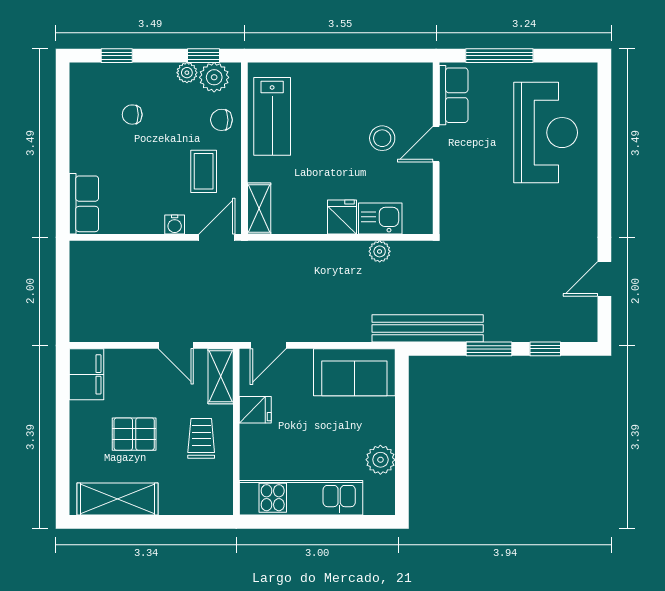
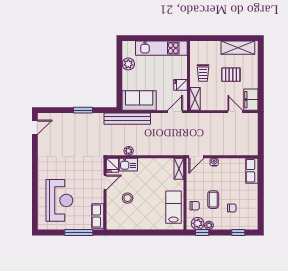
reception desk: (546, 133) -> (59, 200), turned 180
door: (436, 144) -> (105, 182), moved
coffee table: (204, 171) -> (213, 200), moved
fridge: (342, 217) -> (112, 165), moved
door: (604, 279) -> (35, 127), moved
bench: (428, 328) -> (127, 119), moved
door: (176, 345) -> (235, 112), moved
window: (545, 349) -> (60, 110), removed

